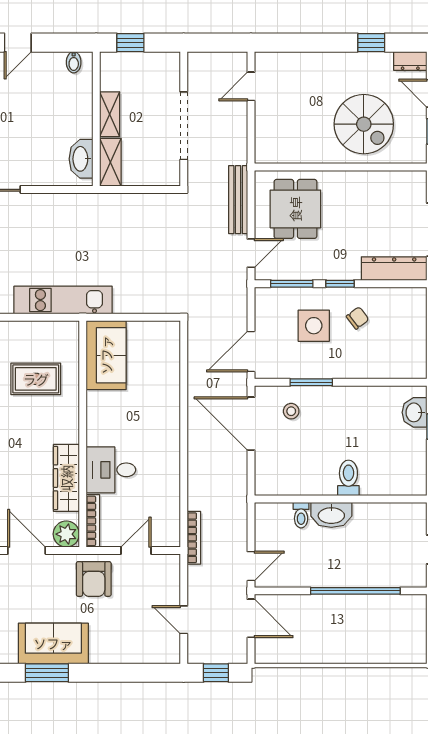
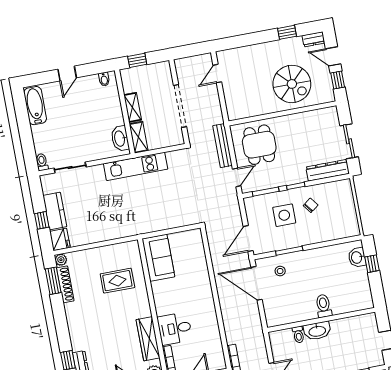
kitchen unit: (63, 300) -> (136, 166), moved, turned 180

